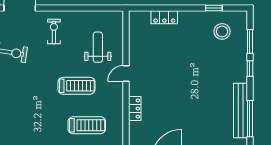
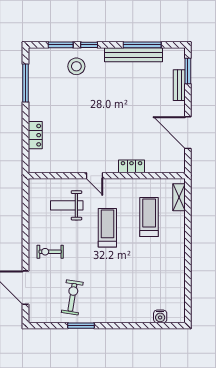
window: (214, 8) -> (26, 83), width x2.17
stool: (222, 31) -> (76, 66), moved

